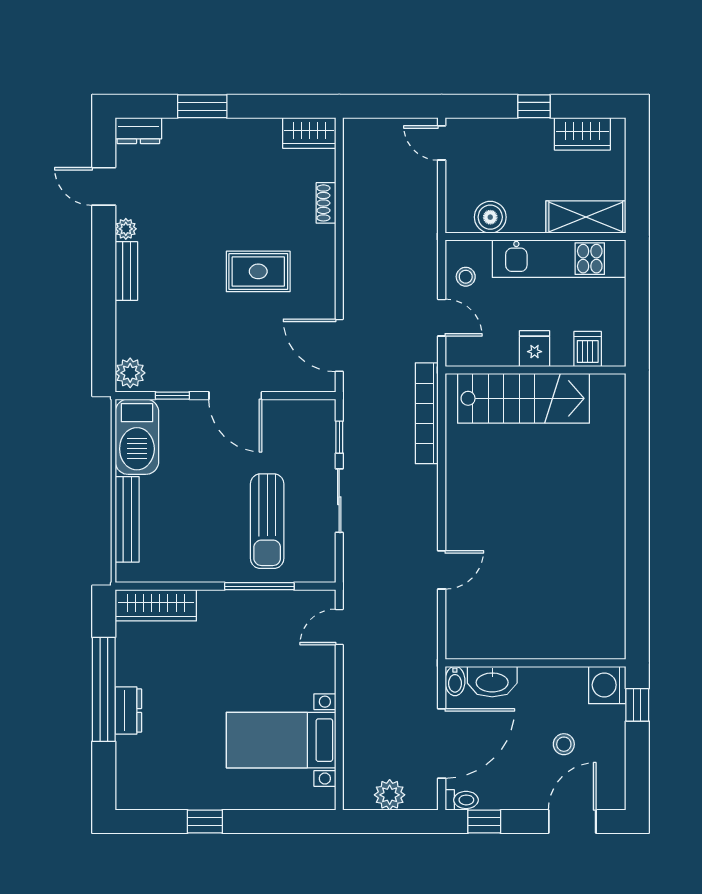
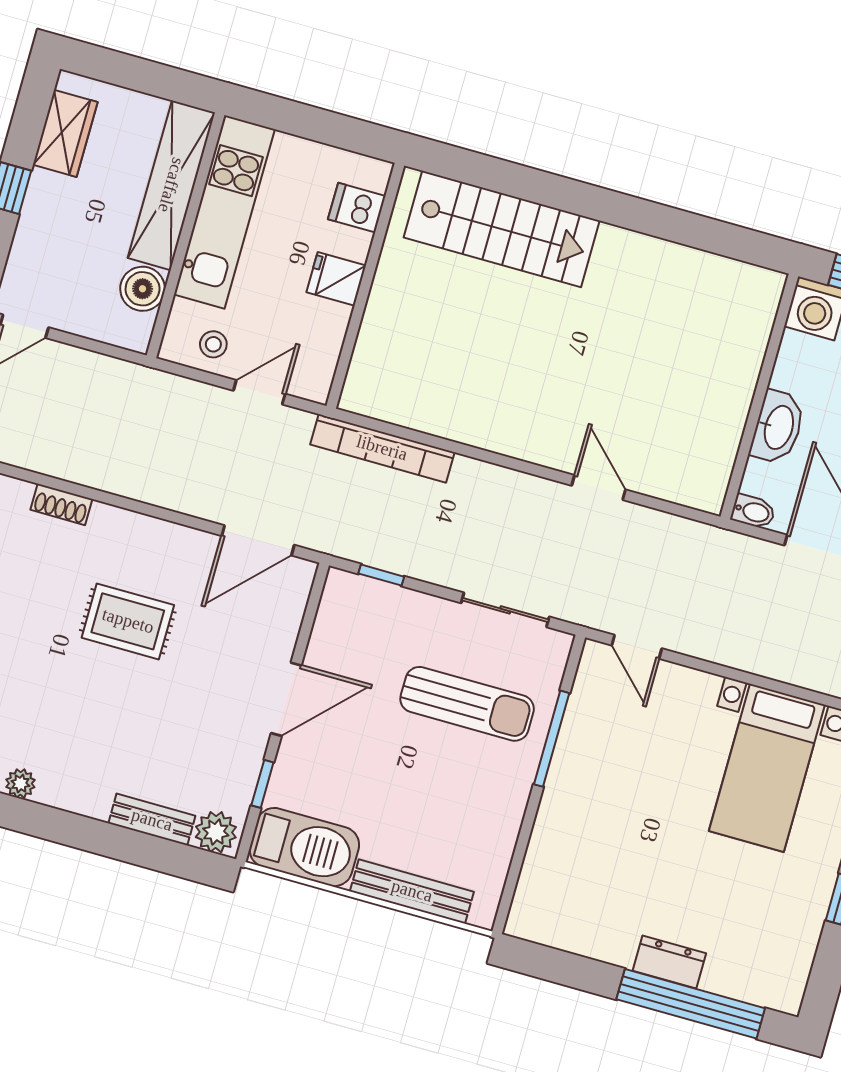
shelving: (586, 217) -> (171, 185), width x1.47
bench: (126, 271) -> (152, 820), moved
rug: (258, 271) -> (128, 621), turned 90
stairs: (523, 398) -> (502, 229), moved, turned 90
sliding door: (339, 501) -> (505, 610), moved
wardrobe: (156, 605) -> (538, 885), removed
washbasin: (492, 682) -> (778, 427), moved
window: (104, 689) -> (691, 1004), moved

